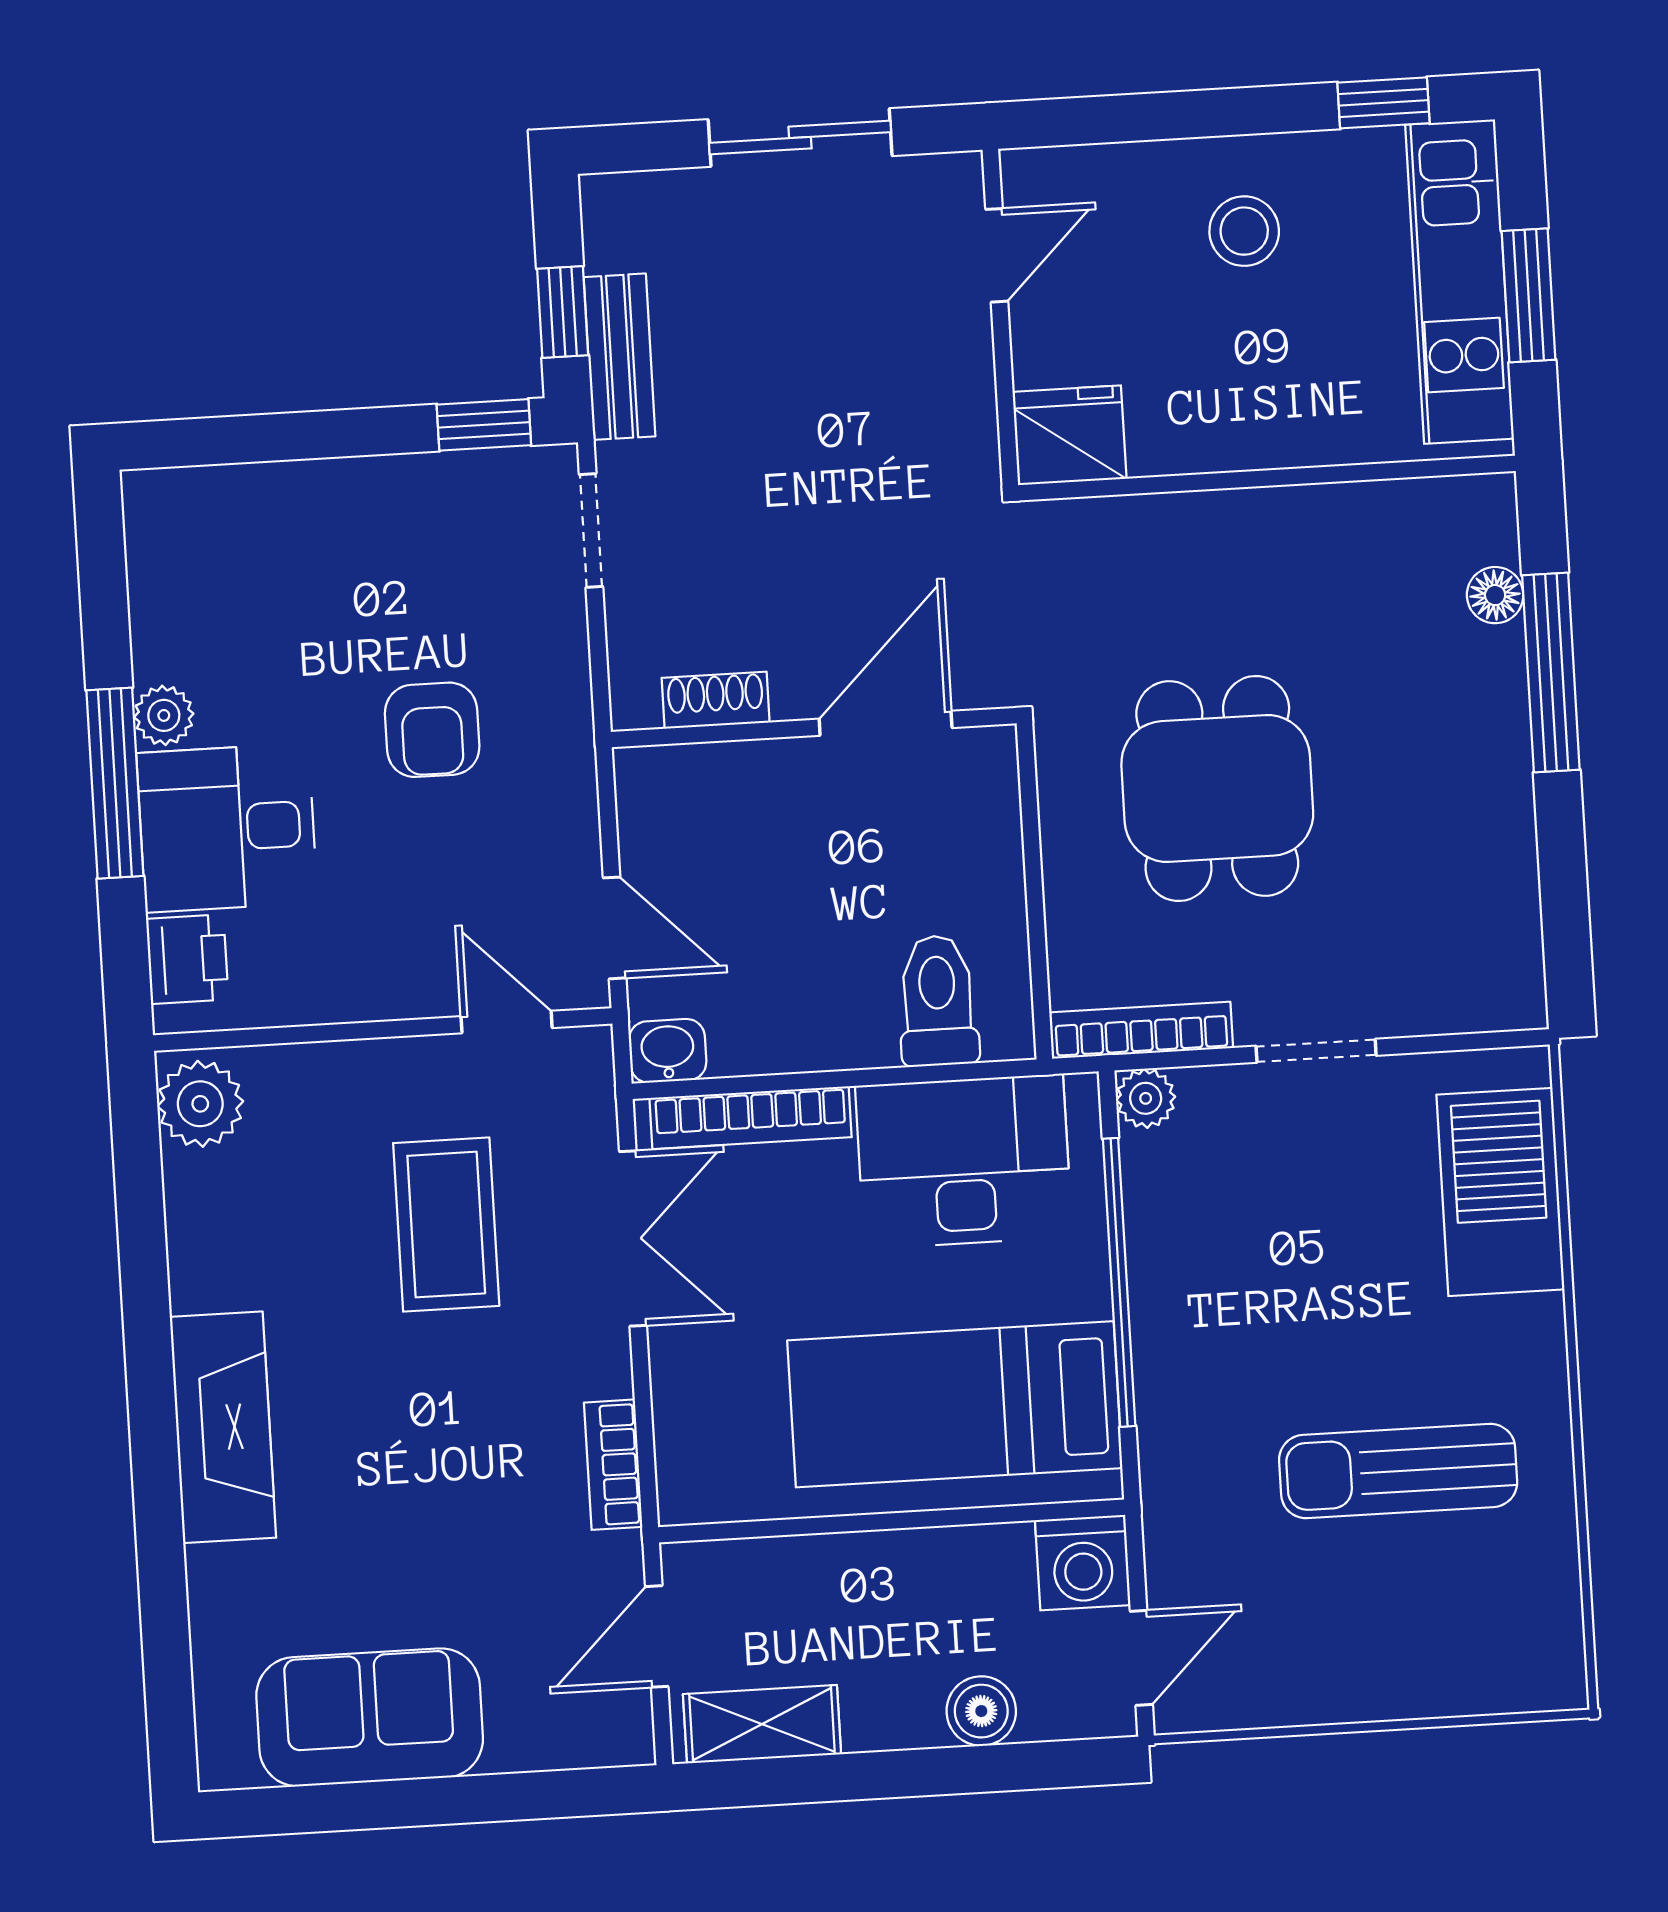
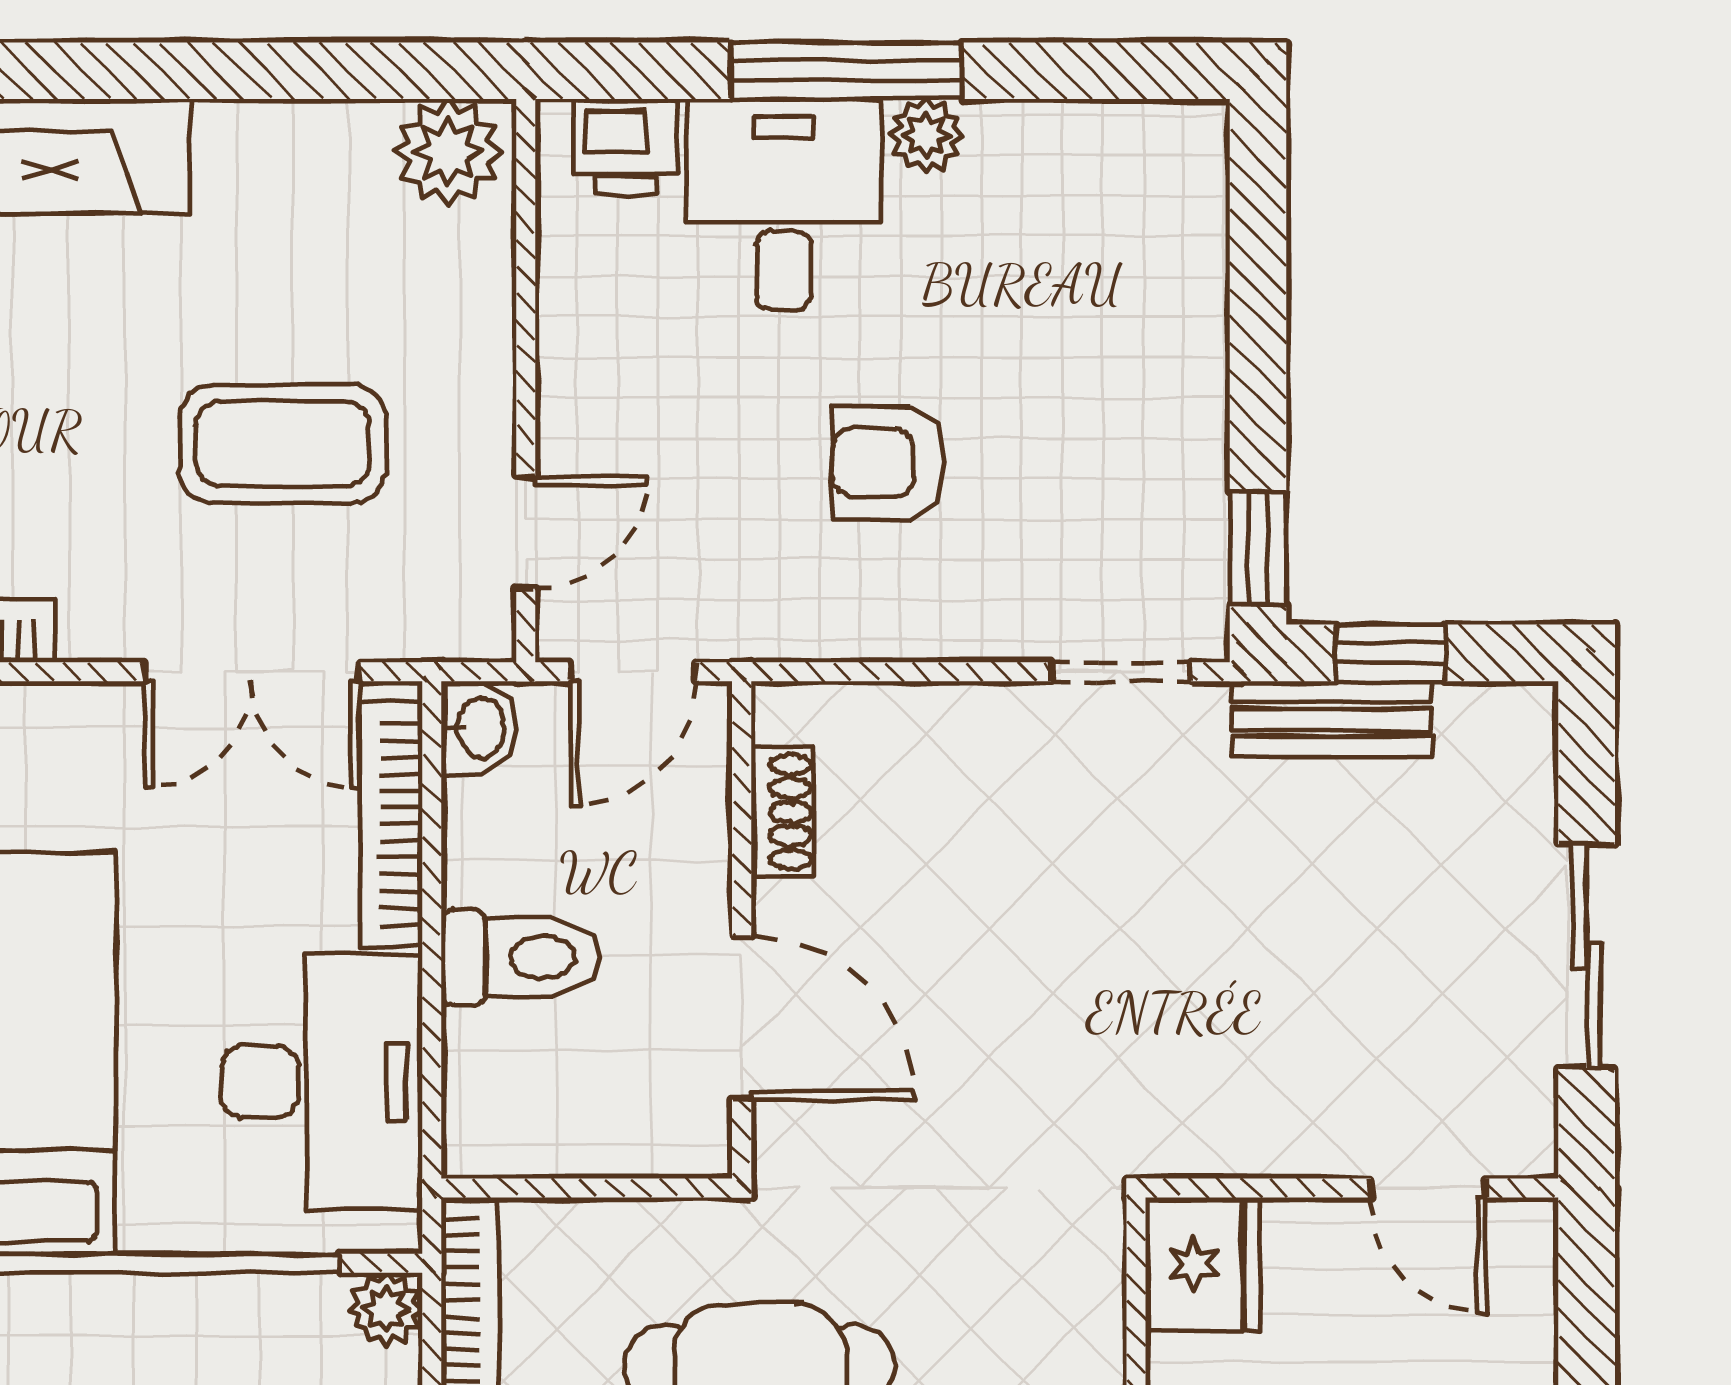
shoe rack: (716, 700) -> (782, 812), moved
door: (886, 723) -> (742, 1018), moved
wall: (814, 728) -> (742, 930), moved
toilet: (938, 1001) -> (520, 957), moved

